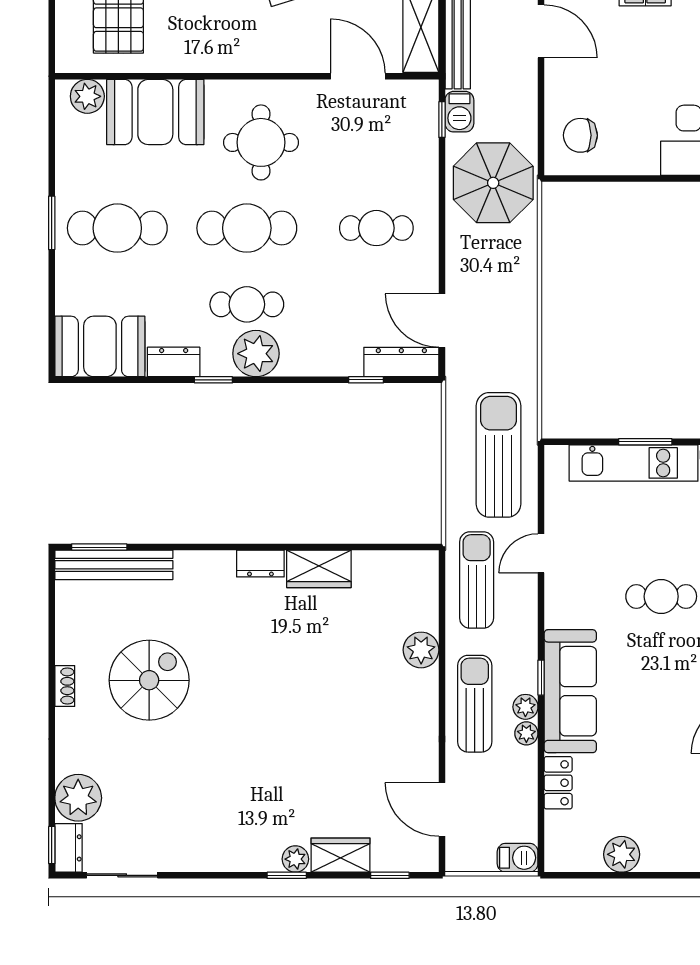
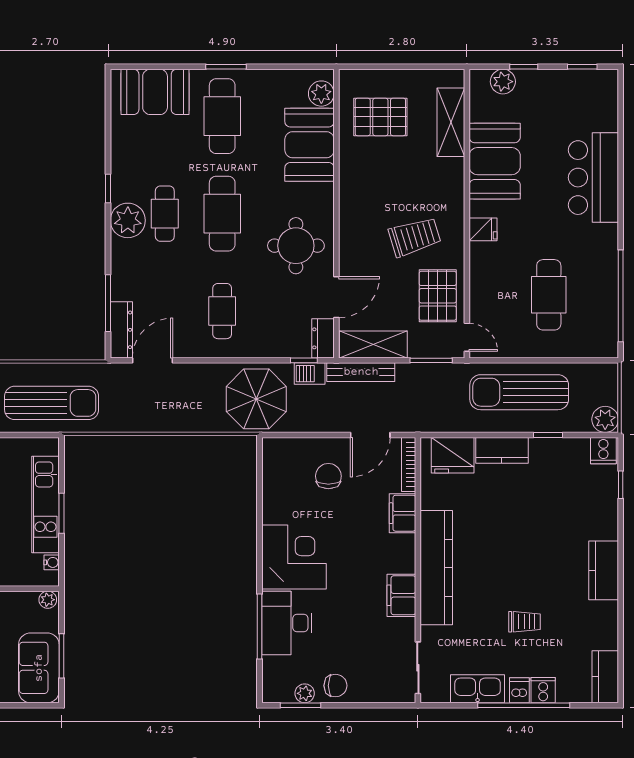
chair: (580, 135) -> (328, 476), moved
round table: (261, 142) -> (296, 246), moved
booth: (100, 346) -> (155, 92), moved, turned 90
dresser: (174, 362) -> (323, 338), moved, turned 180
window: (366, 380) -> (108, 303), width x2.17

